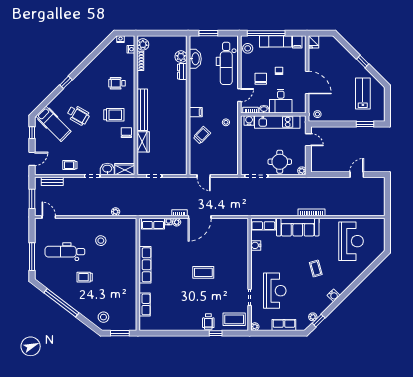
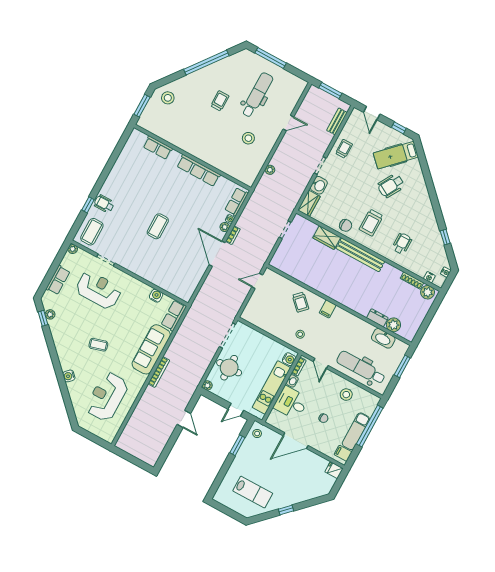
stool: (248, 48) -> (346, 395), moved
chair: (261, 79) -> (326, 395), removed
window: (66, 82) -> (445, 237), moved
window: (365, 124) -> (237, 445), moved
door: (357, 175) -> (184, 419), moved
door: (49, 217) -> (288, 123), moved
reception desk: (351, 241) -> (107, 397), turned 90
reception desk: (275, 291) -> (98, 290), turned 180
water cooler: (334, 295) -> (69, 376), moved

